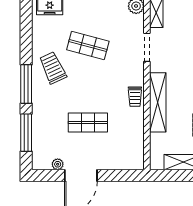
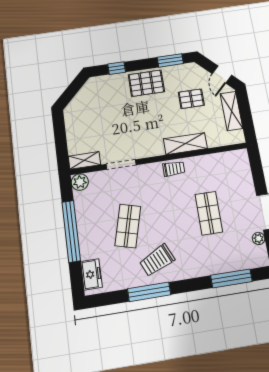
window: (26, 84) -> (149, 292), moved
shelving: (158, 102) -> (185, 144), width x0.68

